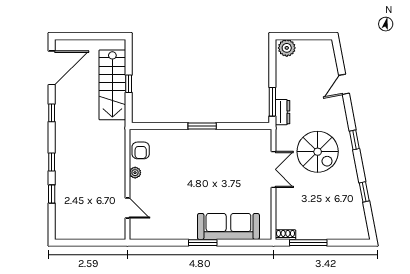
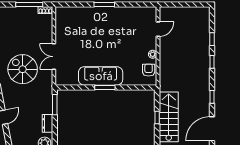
dresser: (283, 112) -> (48, 123), moved
door: (127, 208) -> (158, 29), swing flipped
sofa: (228, 226) -> (101, 76), moved, turned 180

